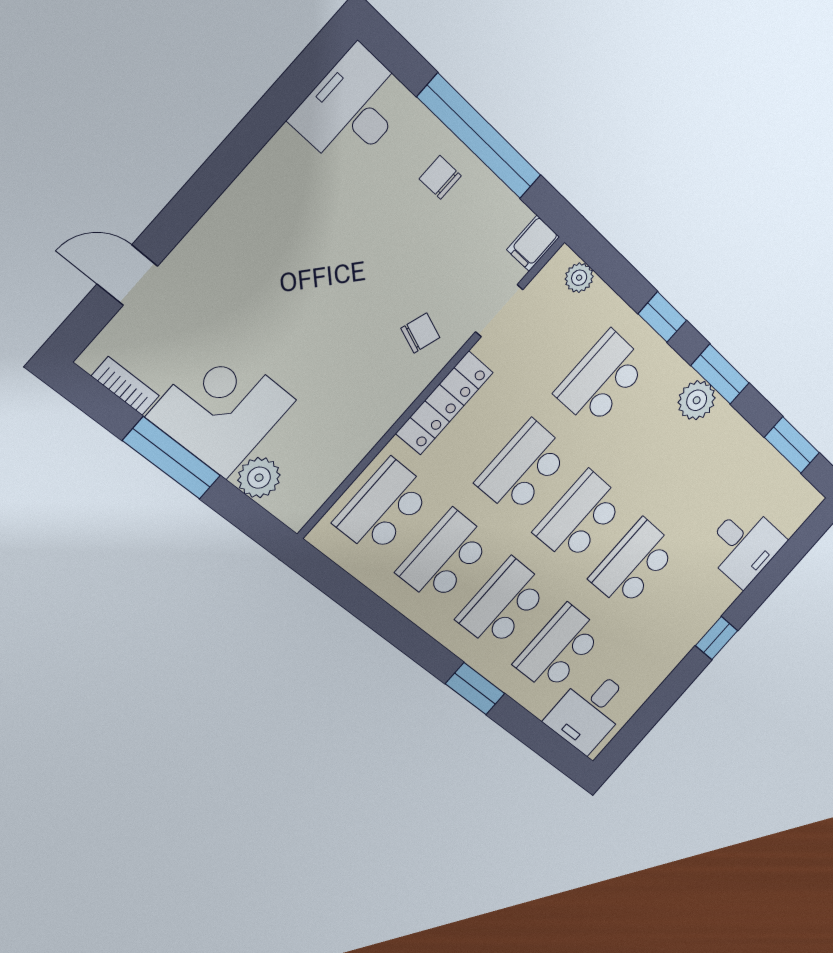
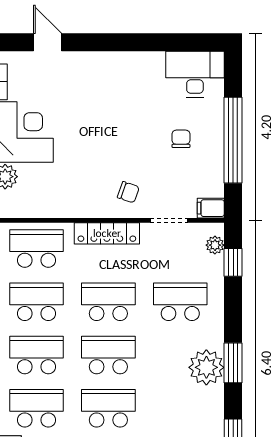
chair: (440, 177) -> (181, 139), moved
window: (662, 317) -> (233, 262), moved
plant: (697, 400) -> (206, 367), width x1.36, depth x1.36

